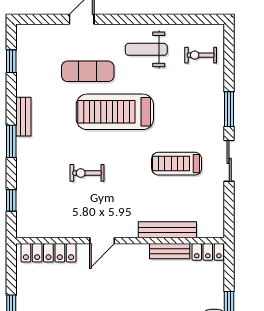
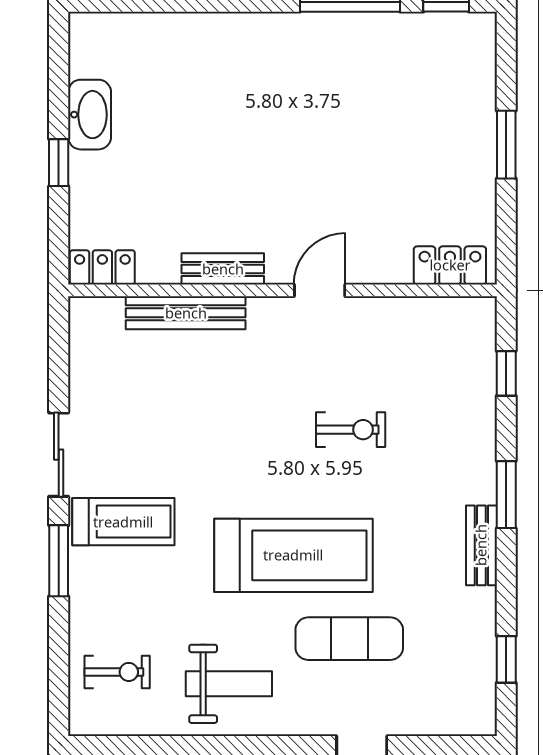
treadmill: (177, 164) -> (123, 522), moved
bench: (170, 251) -> (223, 269), moved
locker: (48, 253) -> (450, 265), width x0.66

